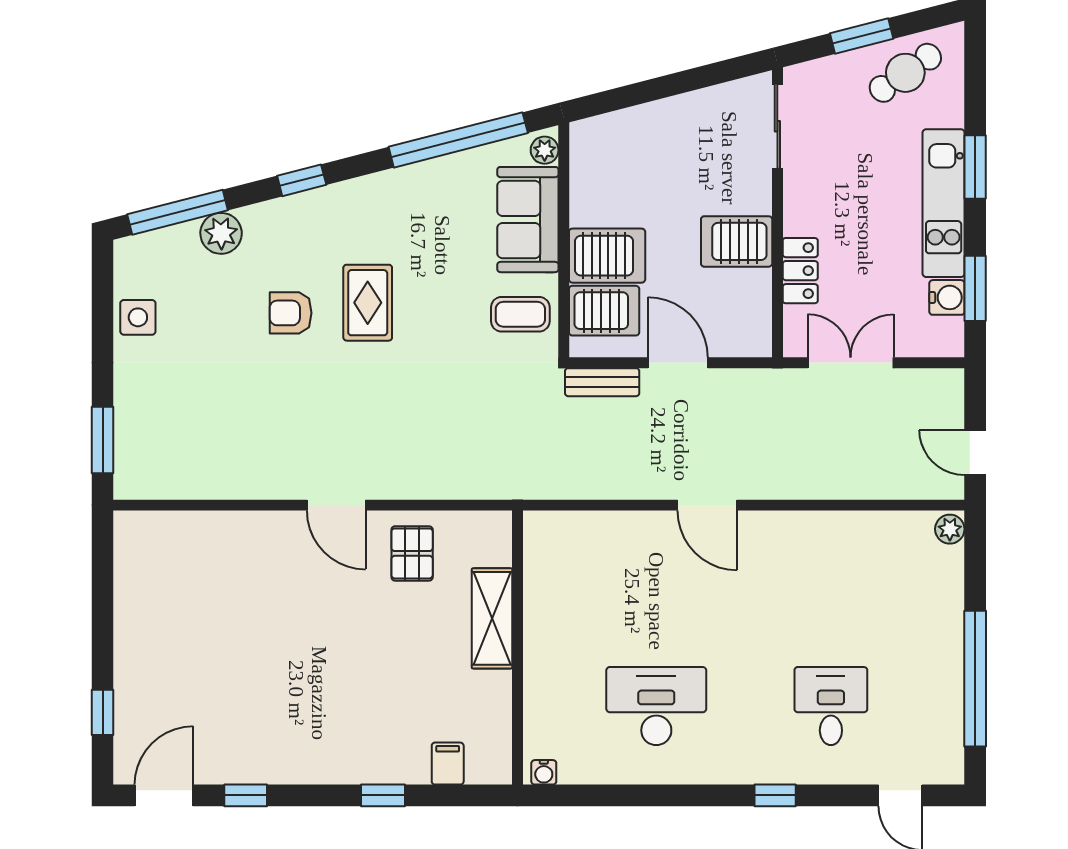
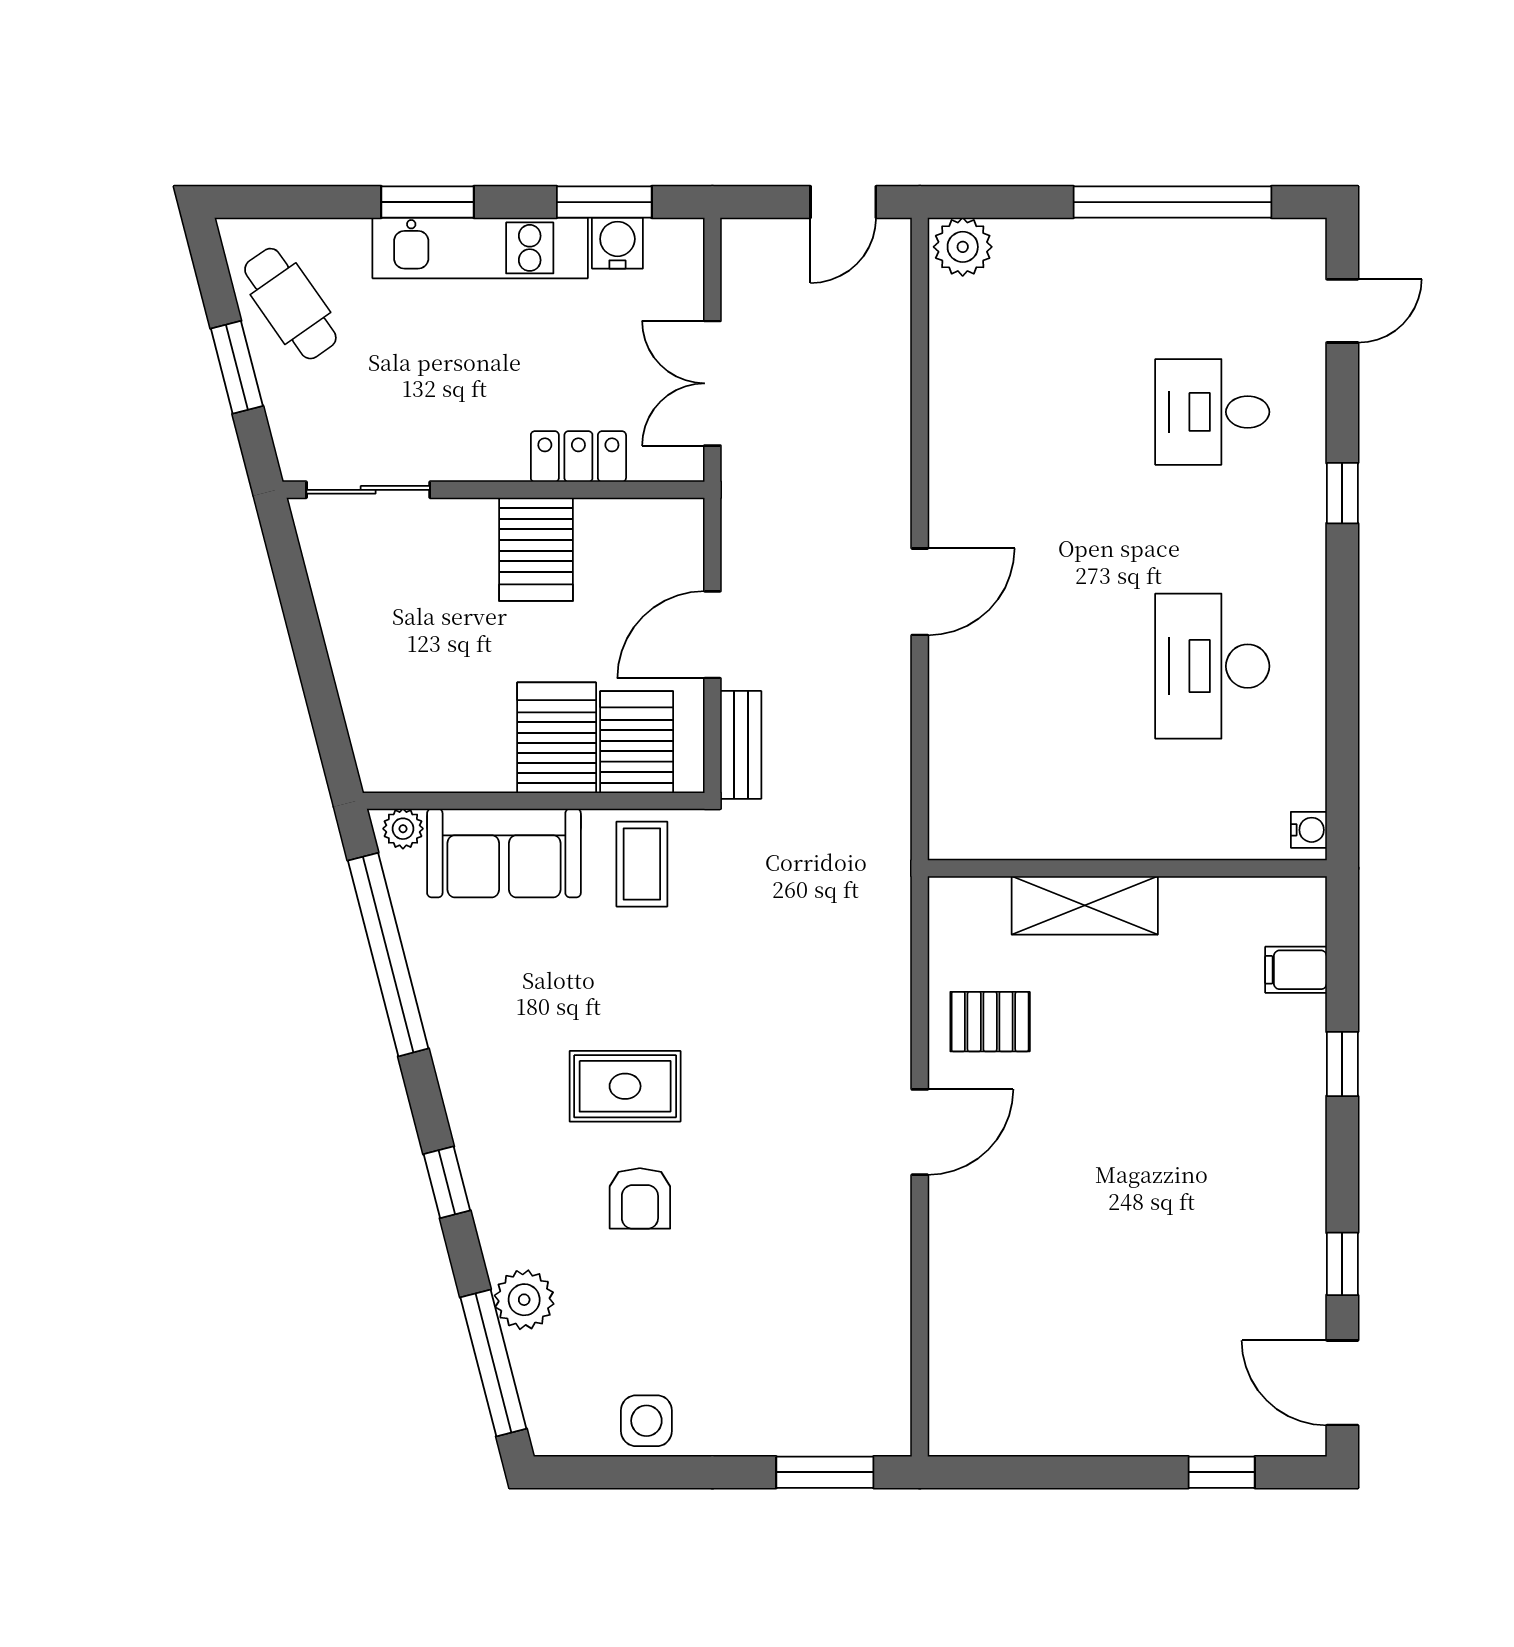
plant: (950, 529) -> (963, 247), width x1.38, depth x1.38

